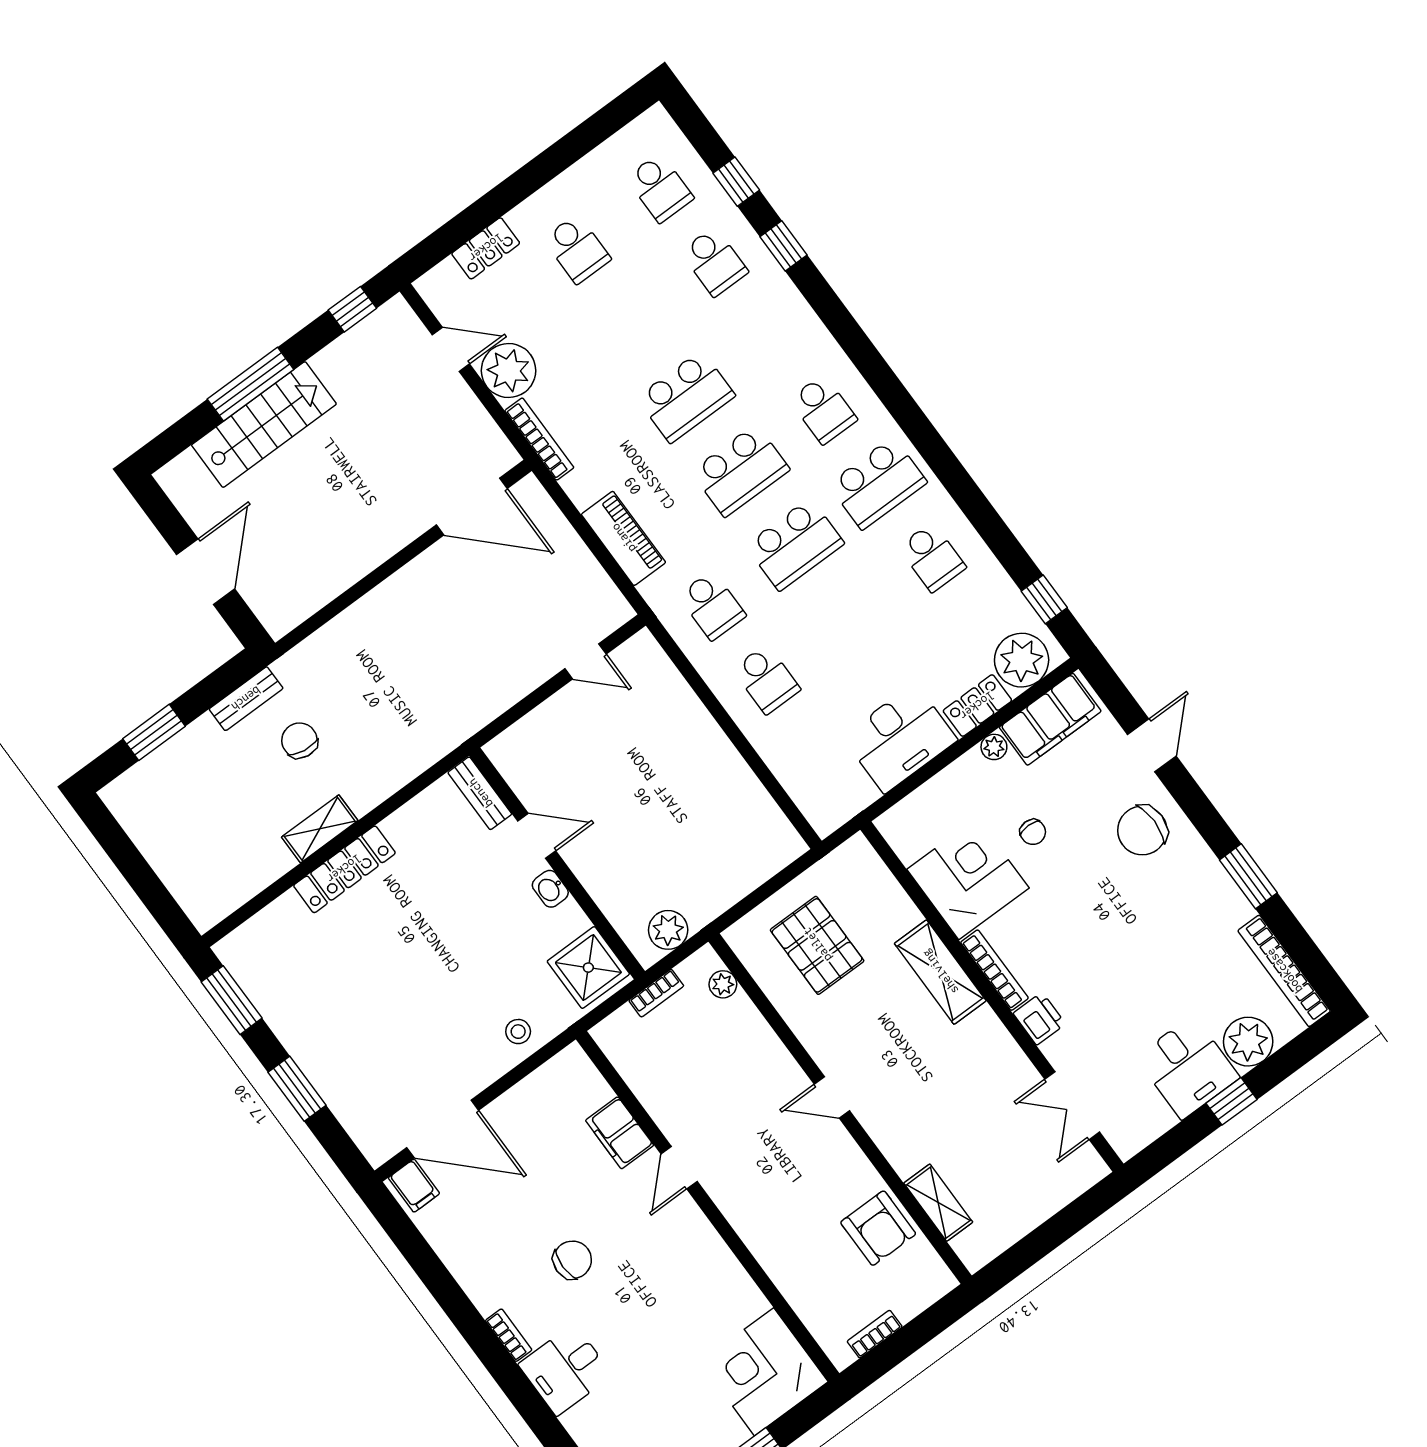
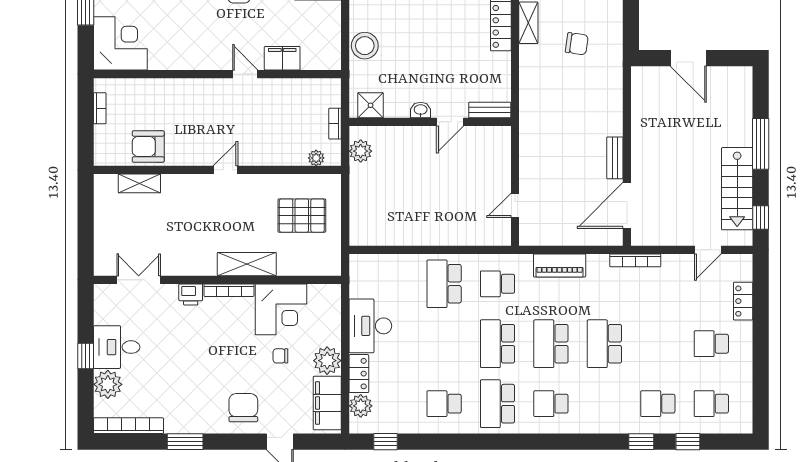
plant: (509, 371) -> (678, 270), removed
stairs: (264, 425) -> (737, 189), moved
plant: (1022, 660) -> (361, 406), width x0.73, depth x0.73
school desk: (766, 679) -> (444, 284), width x1.85
bench: (246, 699) -> (615, 158), moved
plant: (994, 747) -> (327, 361), width x1.87, depth x1.87
shower: (588, 968) -> (371, 105), width x0.73, depth x0.73
stool: (518, 1032) -> (365, 46), width x1.89, depth x1.89

